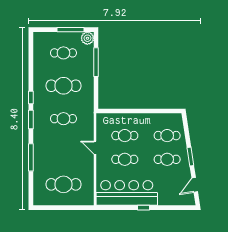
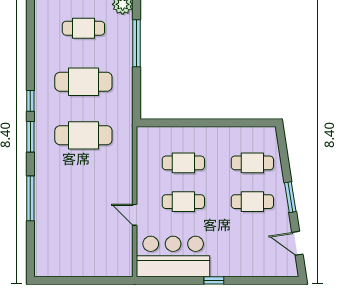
cafe table: (63, 119) -> (83, 135), width x1.37, depth x1.35
door: (95, 148) -> (135, 215), moved
cafe table: (63, 184) -> (83, 242), removed
door: (195, 185) -> (297, 243), hinge flipped
bar counter: (127, 193) -> (173, 256), width x0.73

